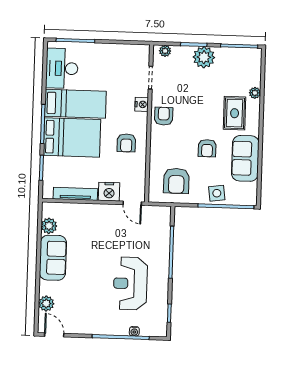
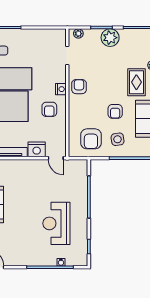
nightstand: (142, 104) -> (61, 89), moved
side table: (217, 193) -> (118, 139), moved

